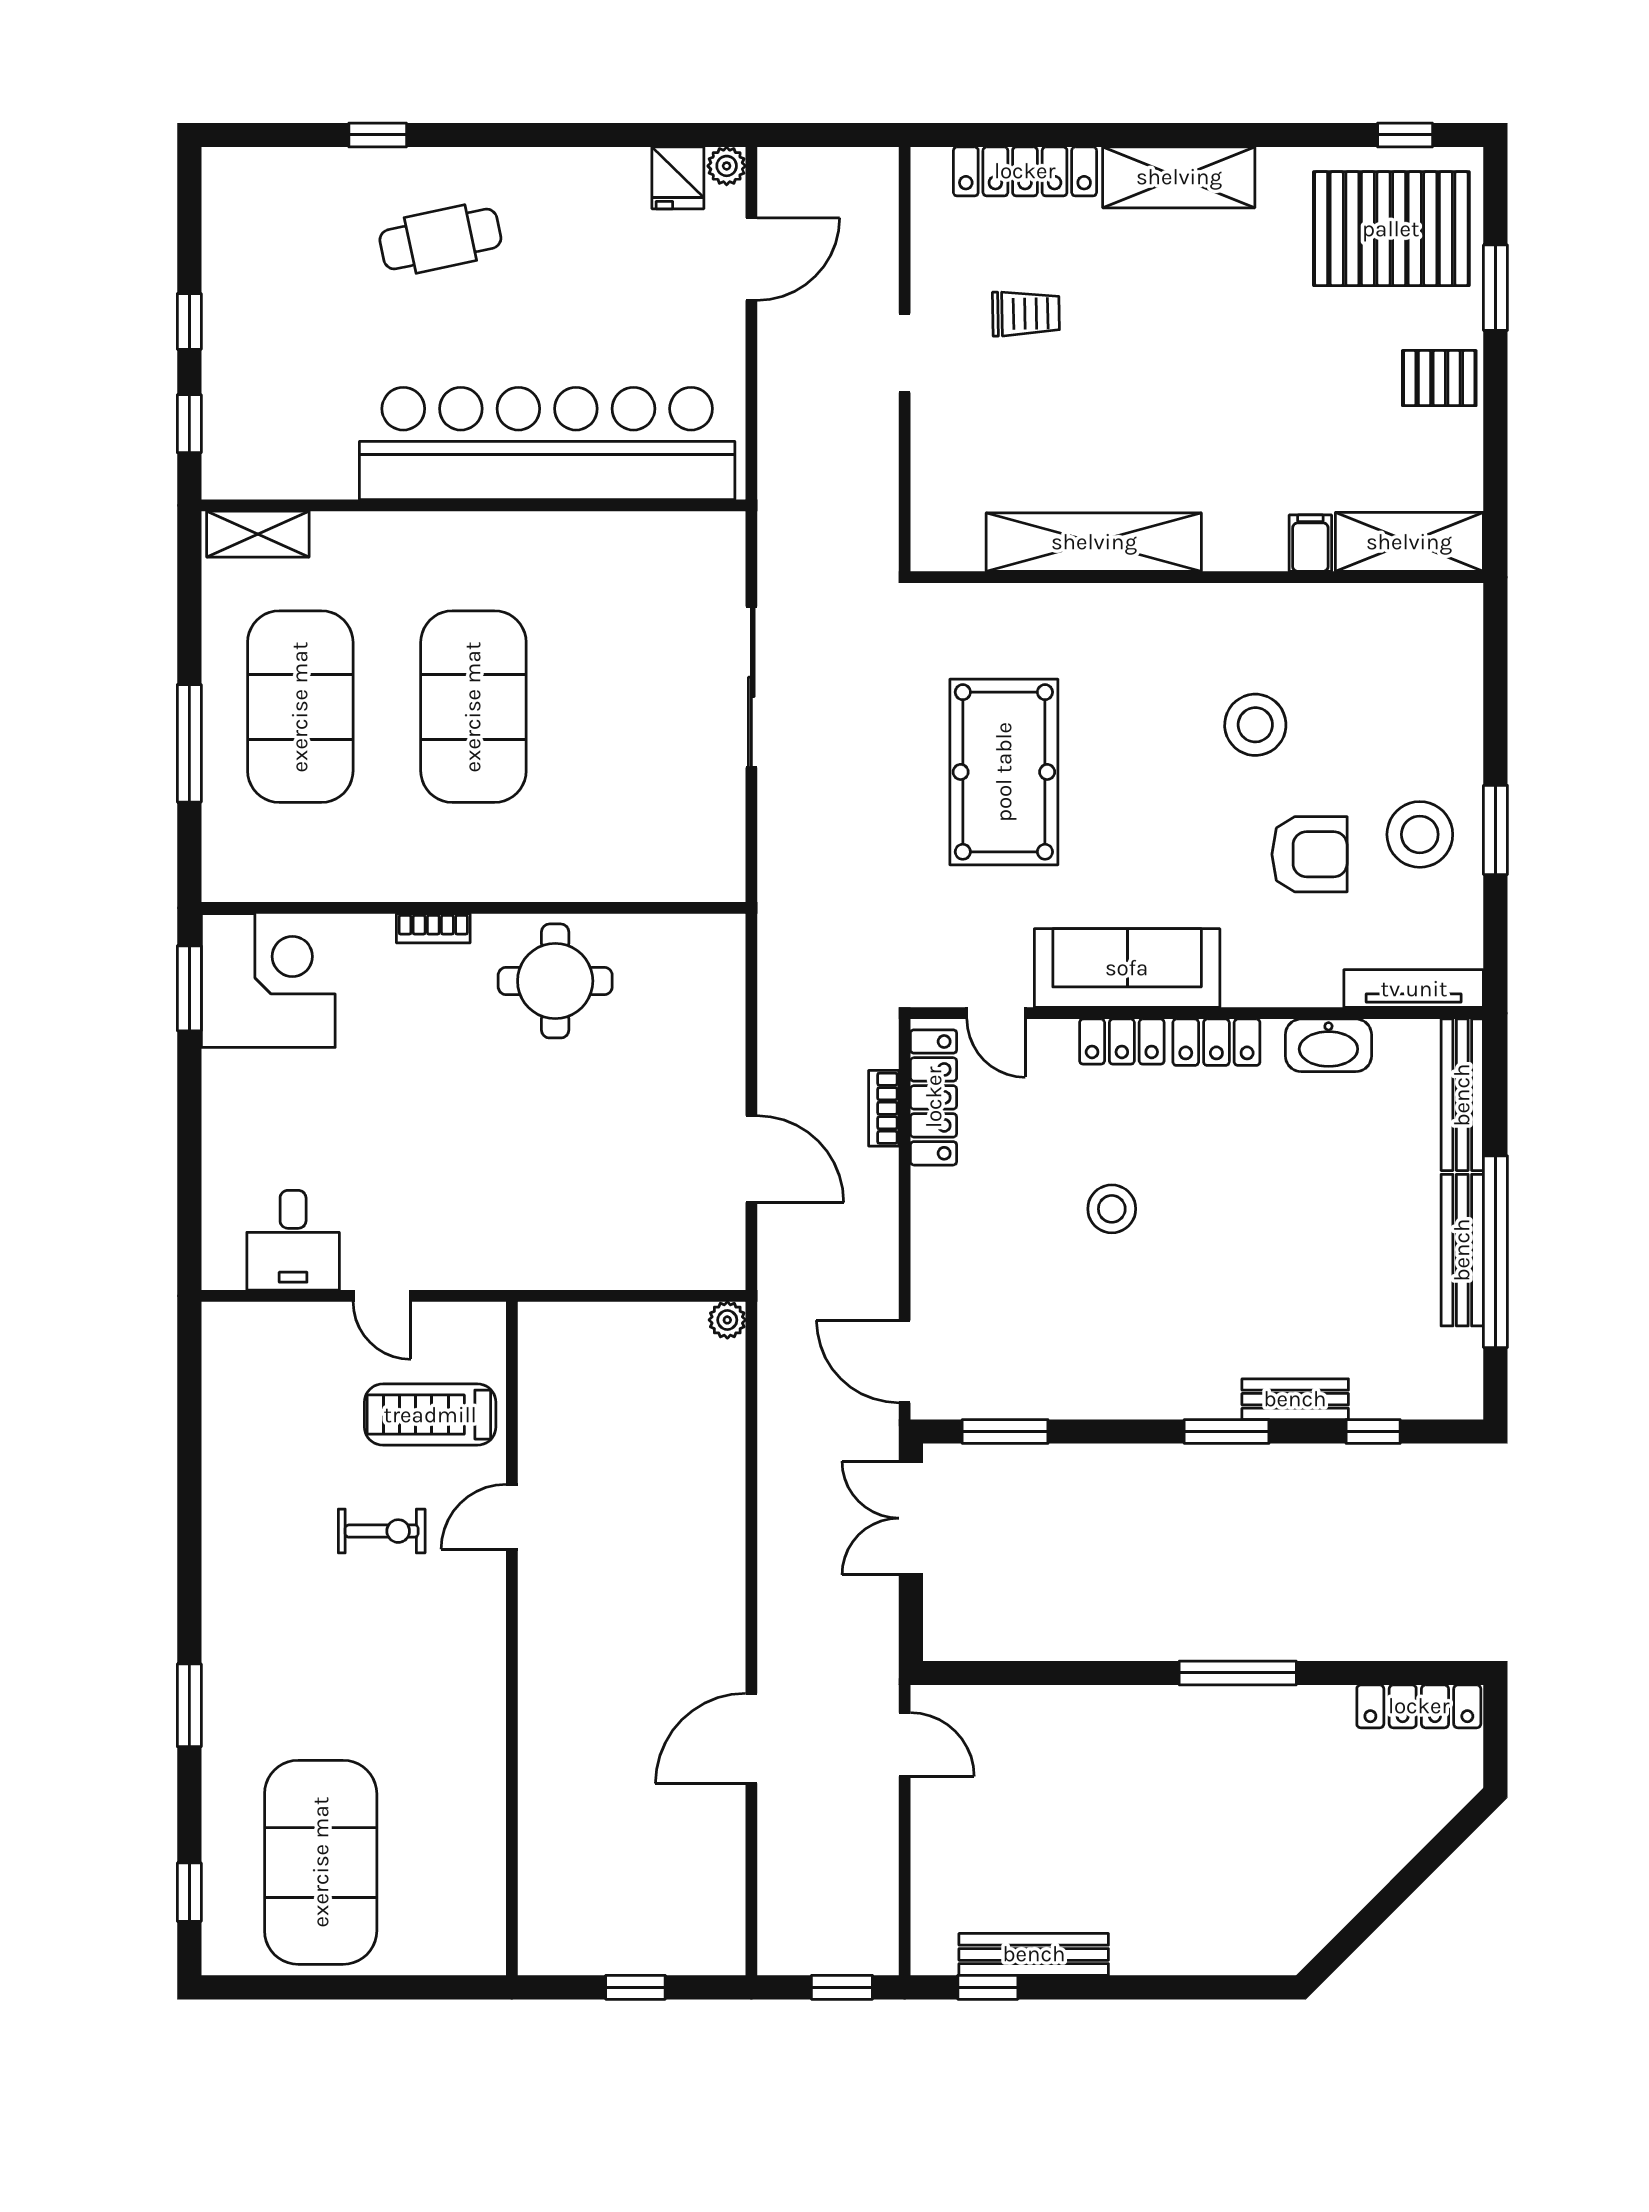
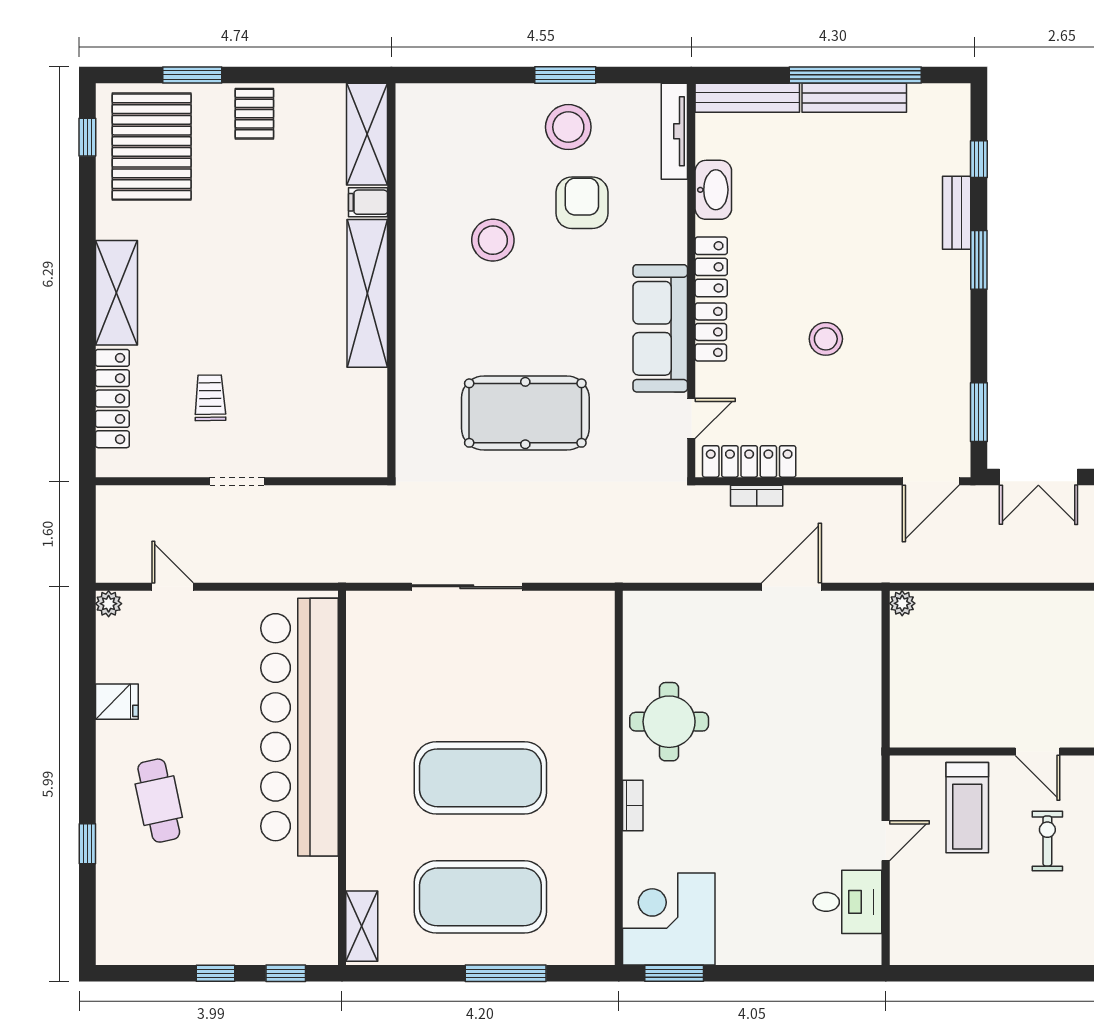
fridge: (678, 178) -> (117, 702), moved
door: (751, 259) -> (173, 587), width x0.73
shelving: (1094, 542) -> (367, 293), moved

